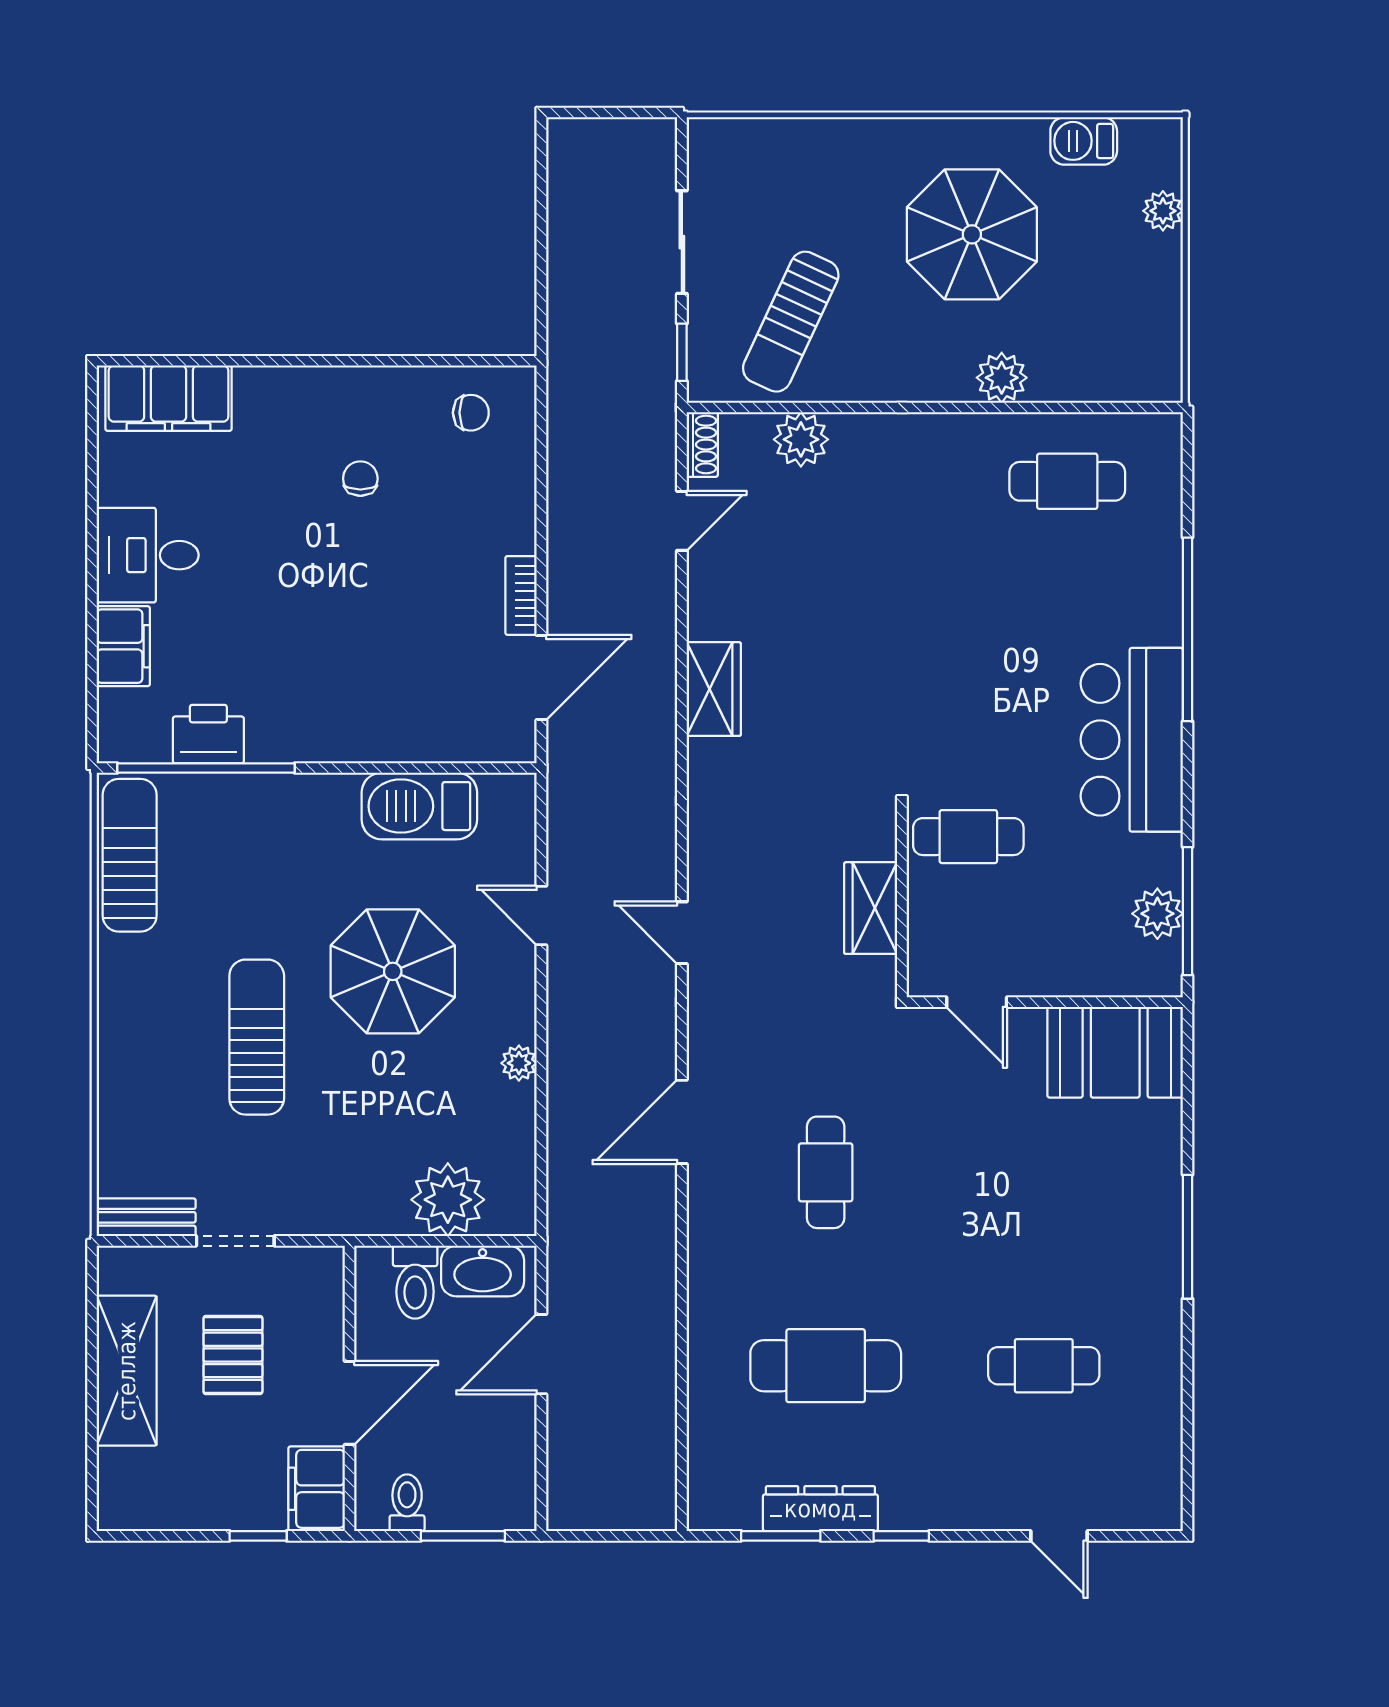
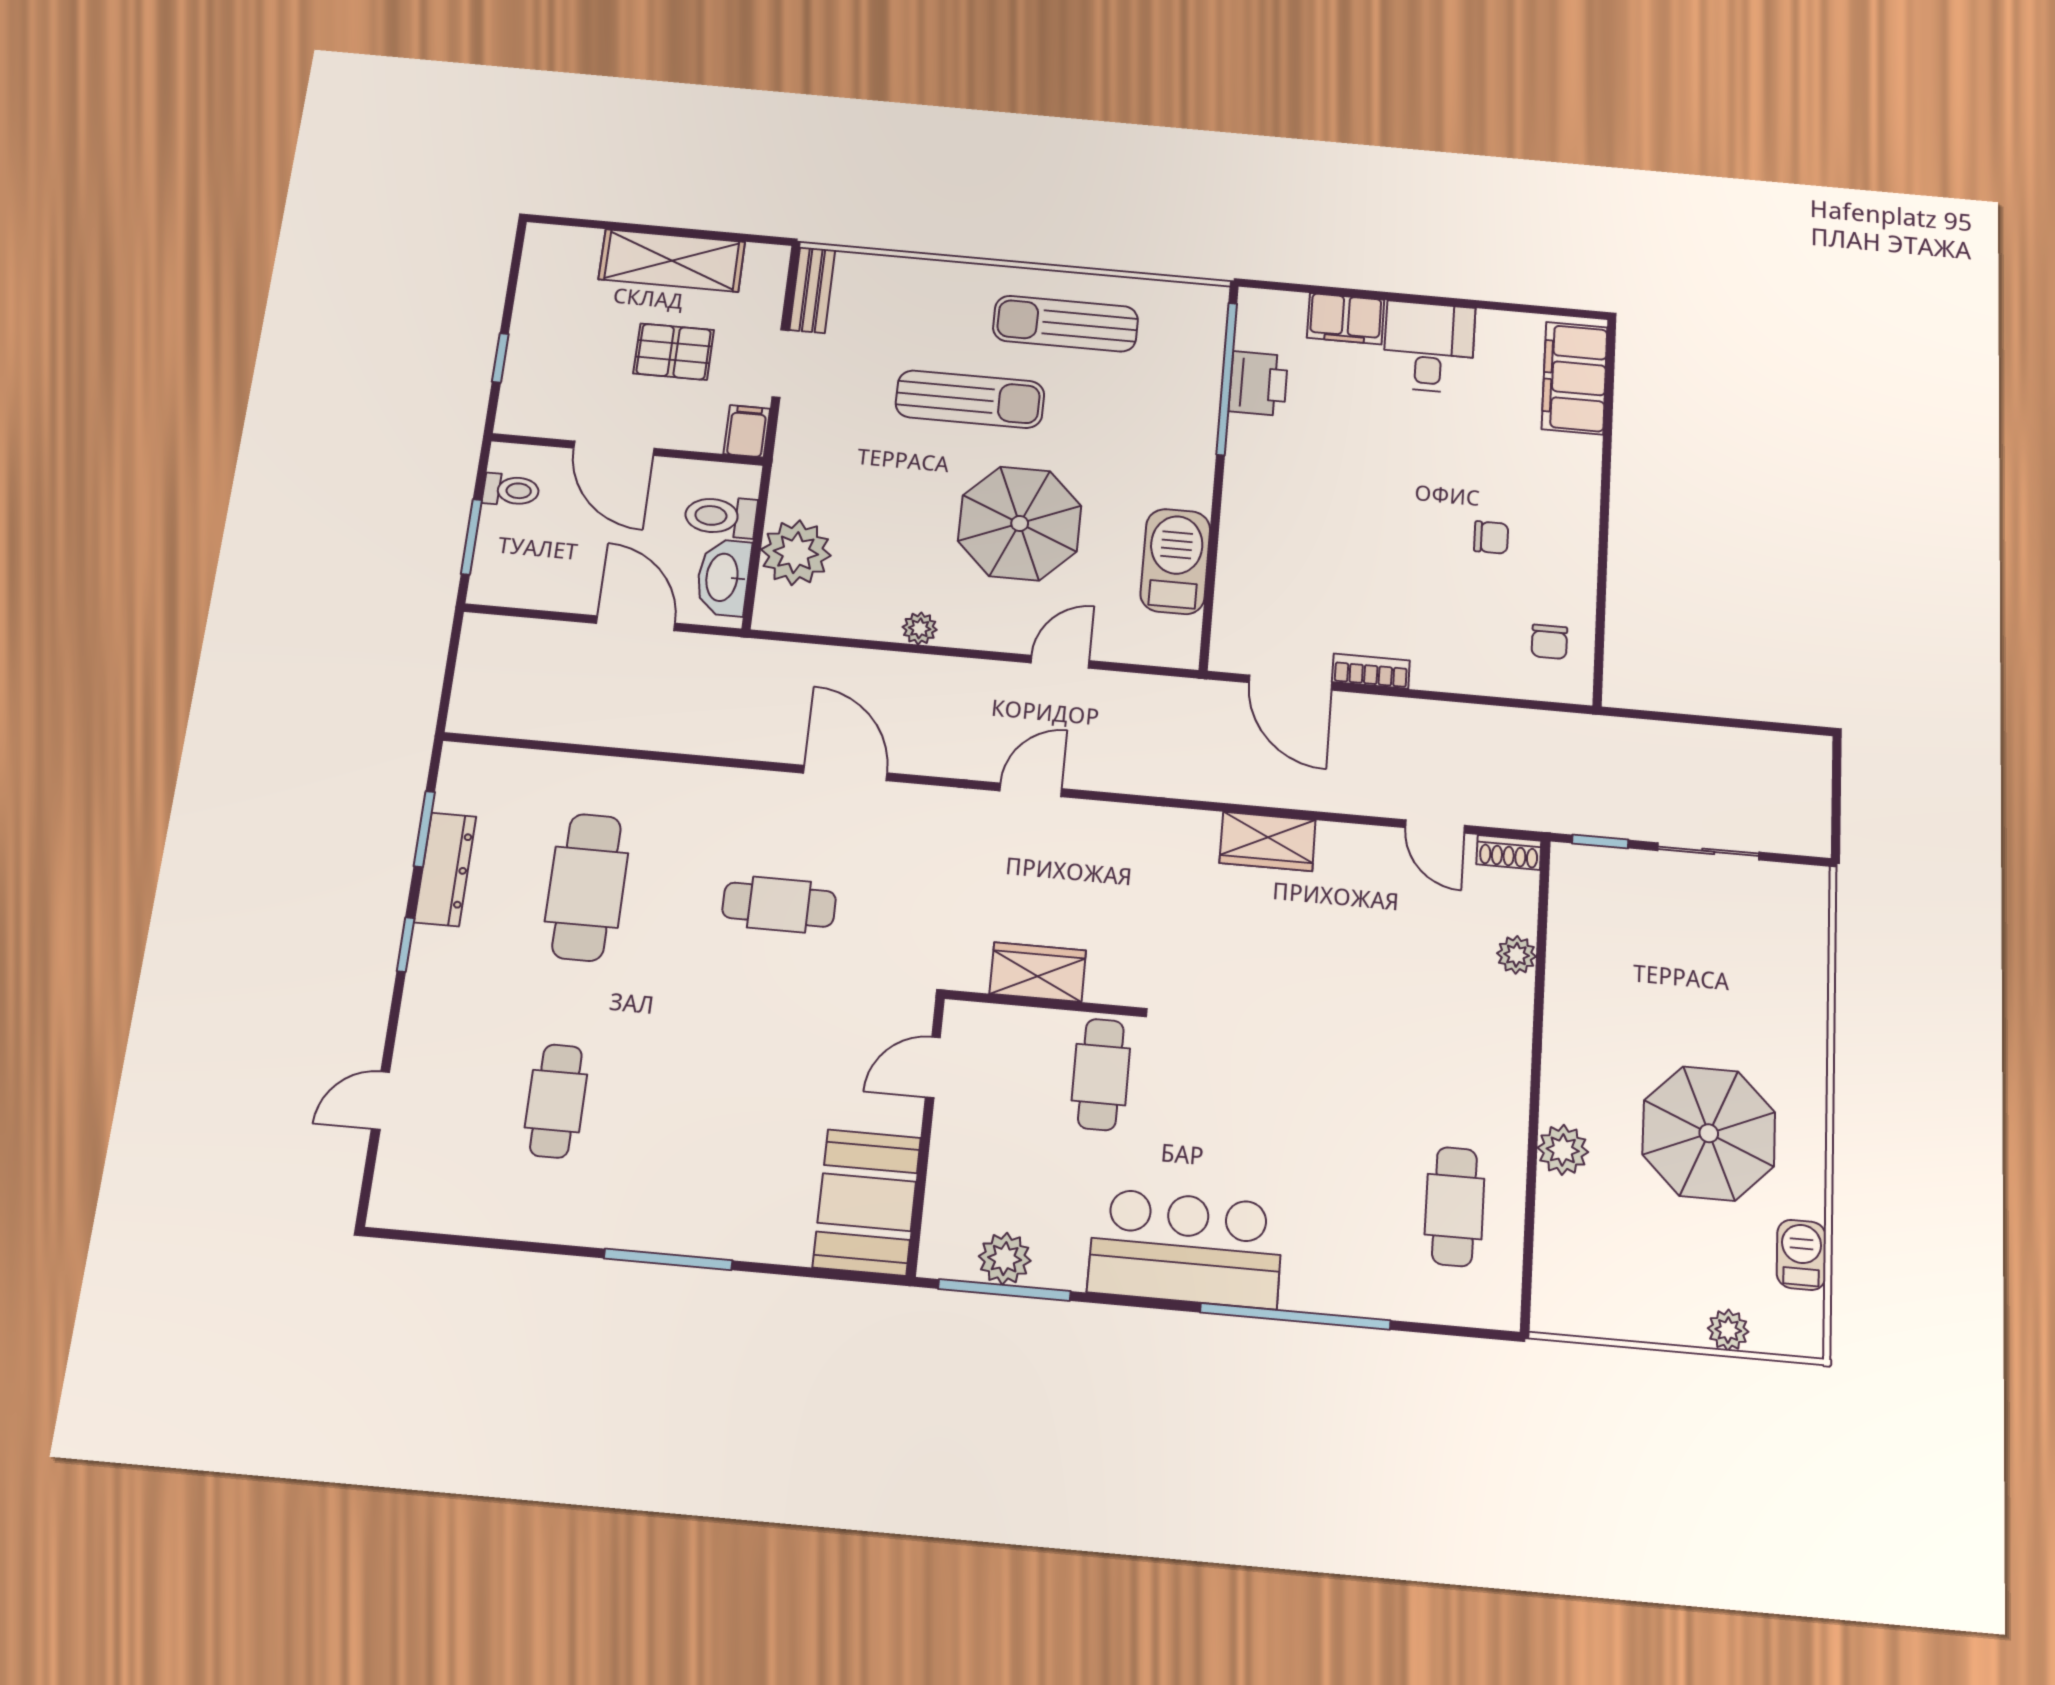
sun lounger: (791, 322) -> (1627, 948), removed
plant: (801, 439) -> (1516, 955), width x0.73, depth x0.73
sun lounger: (130, 855) -> (1065, 324), moved, turned 180
filing cabinet: (317, 1489) -> (747, 431), moved, width x0.50

